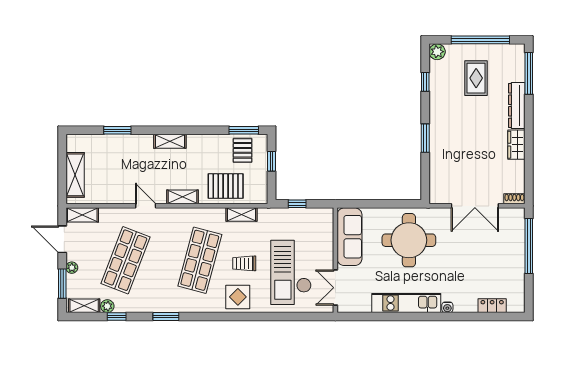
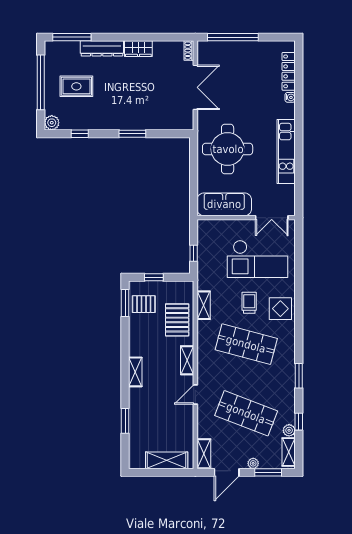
trolley: (244, 263) -> (249, 303), turned 180
locker: (492, 306) -> (289, 71), width x1.53
water cooler: (447, 307) -> (290, 97), moved

